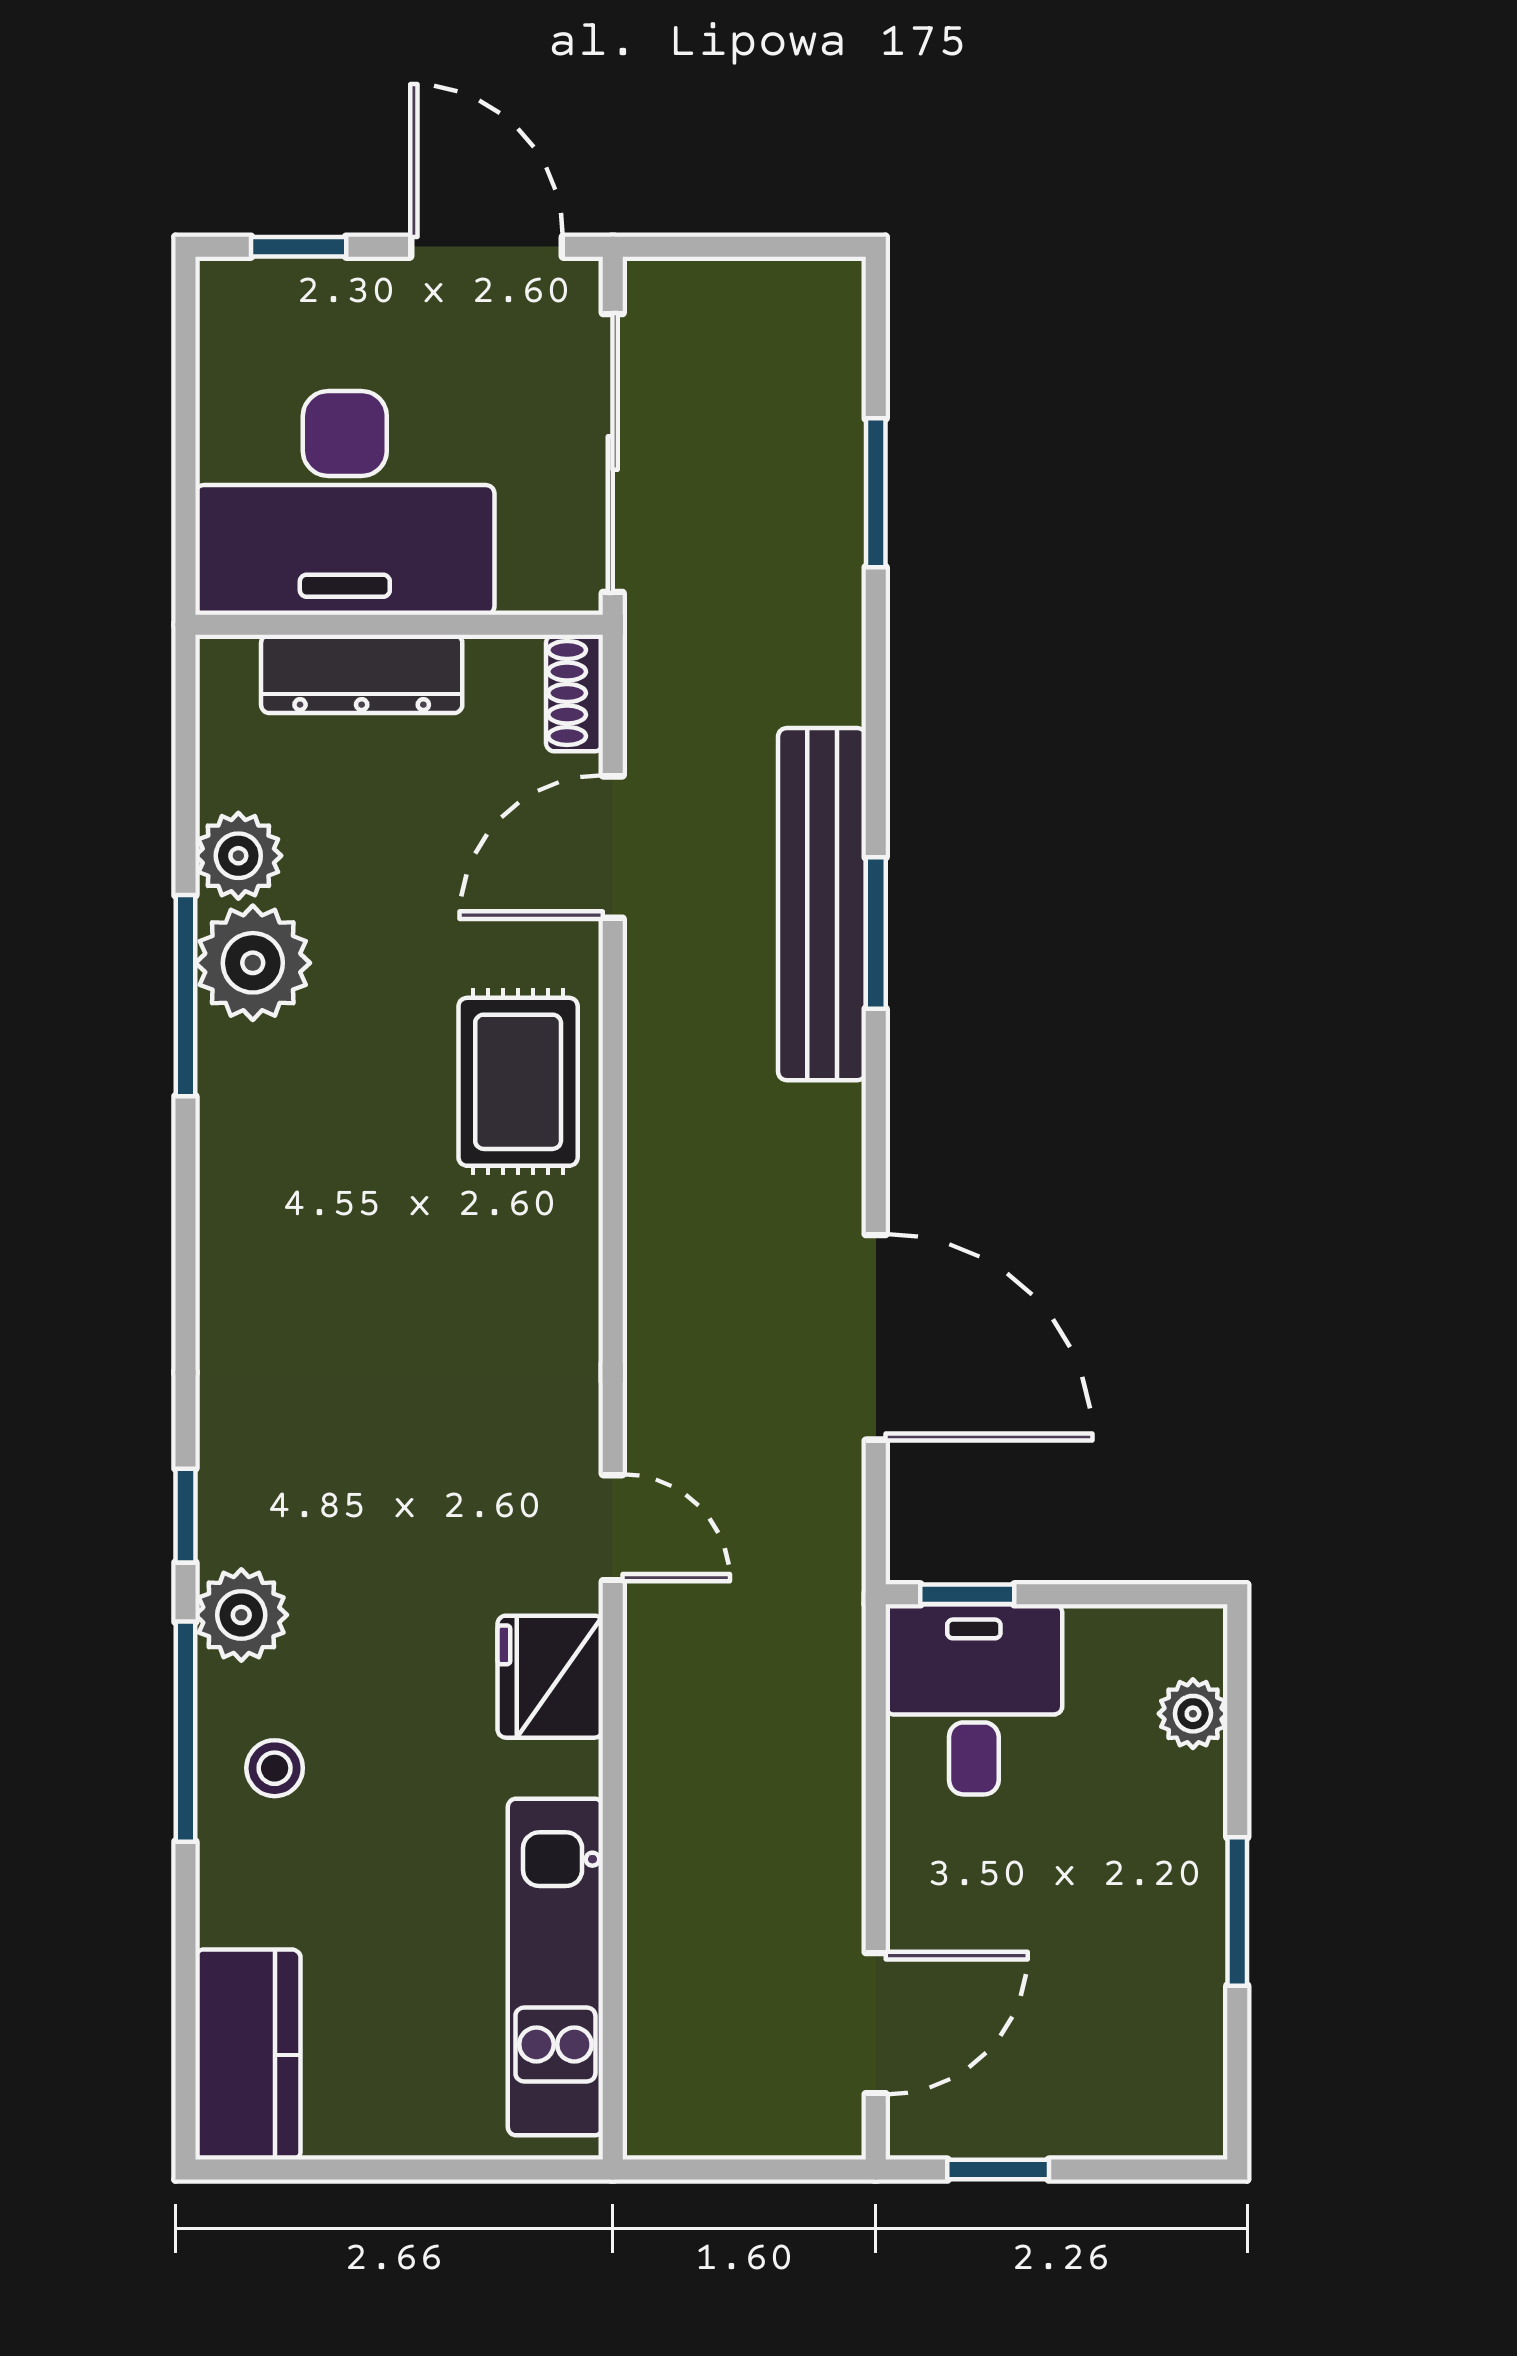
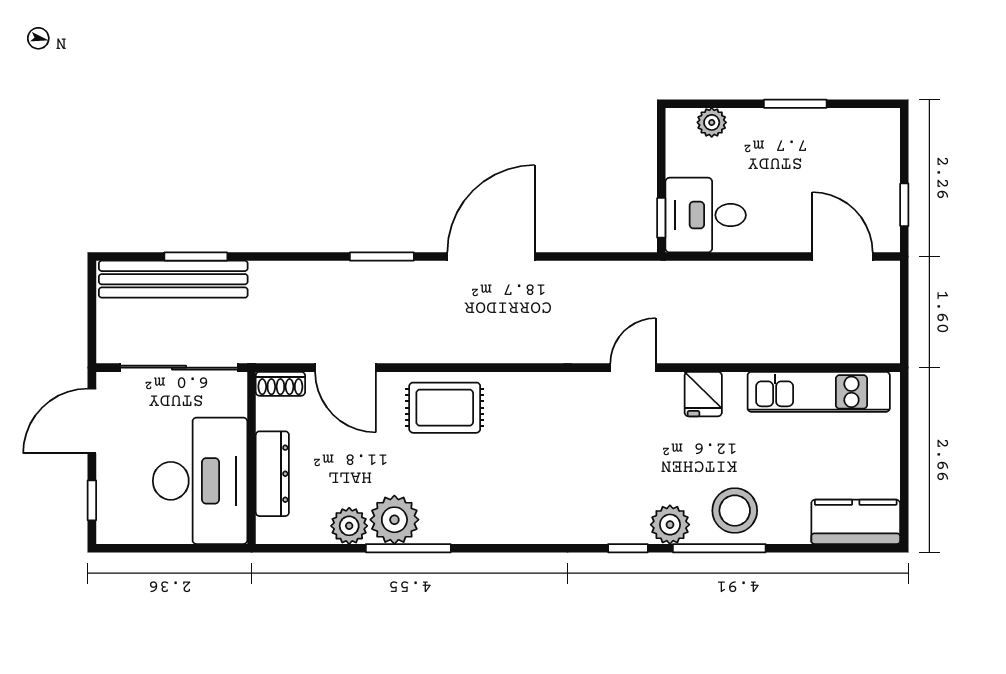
bench: (822, 904) -> (173, 279), moved
door: (876, 1337) -> (491, 257), moved
fridge: (550, 1677) -> (703, 394), width x0.72
stool: (275, 1768) -> (735, 511), width x1.89, depth x1.89

